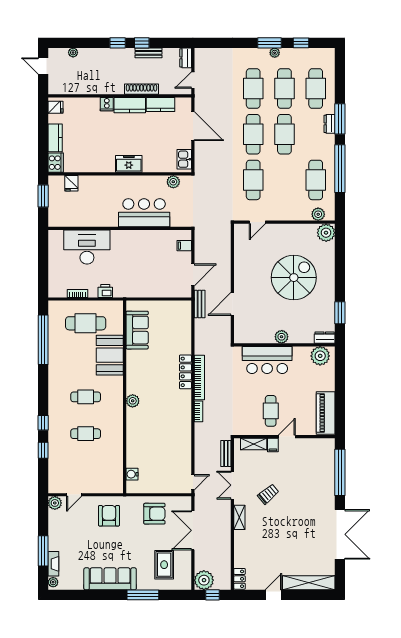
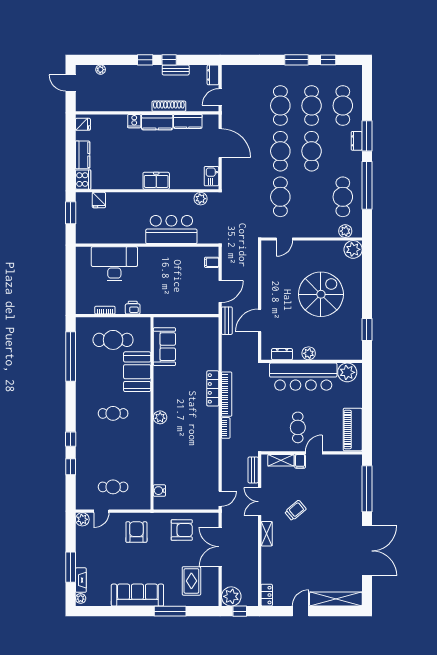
plant: (275, 53) -> (302, 70), removed
dresser: (325, 338) -> (282, 354), moved
bar counter: (267, 360) -> (303, 377), width x1.36
cafe table: (86, 434) -> (113, 487), moved

